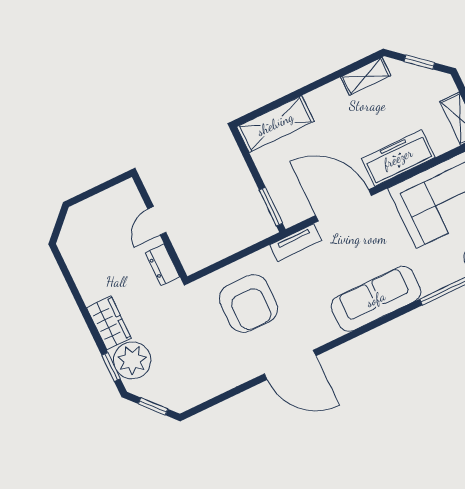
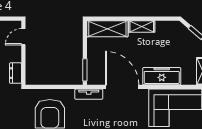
shelving: (366, 76) -> (142, 27), moved
door: (157, 221) -> (23, 37), moved

